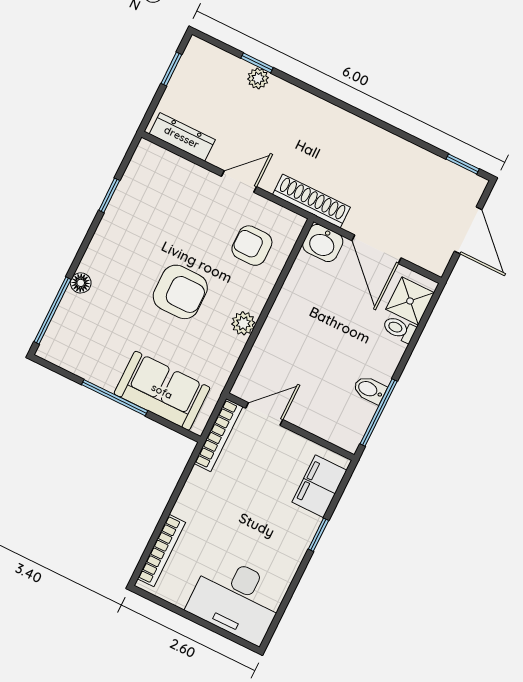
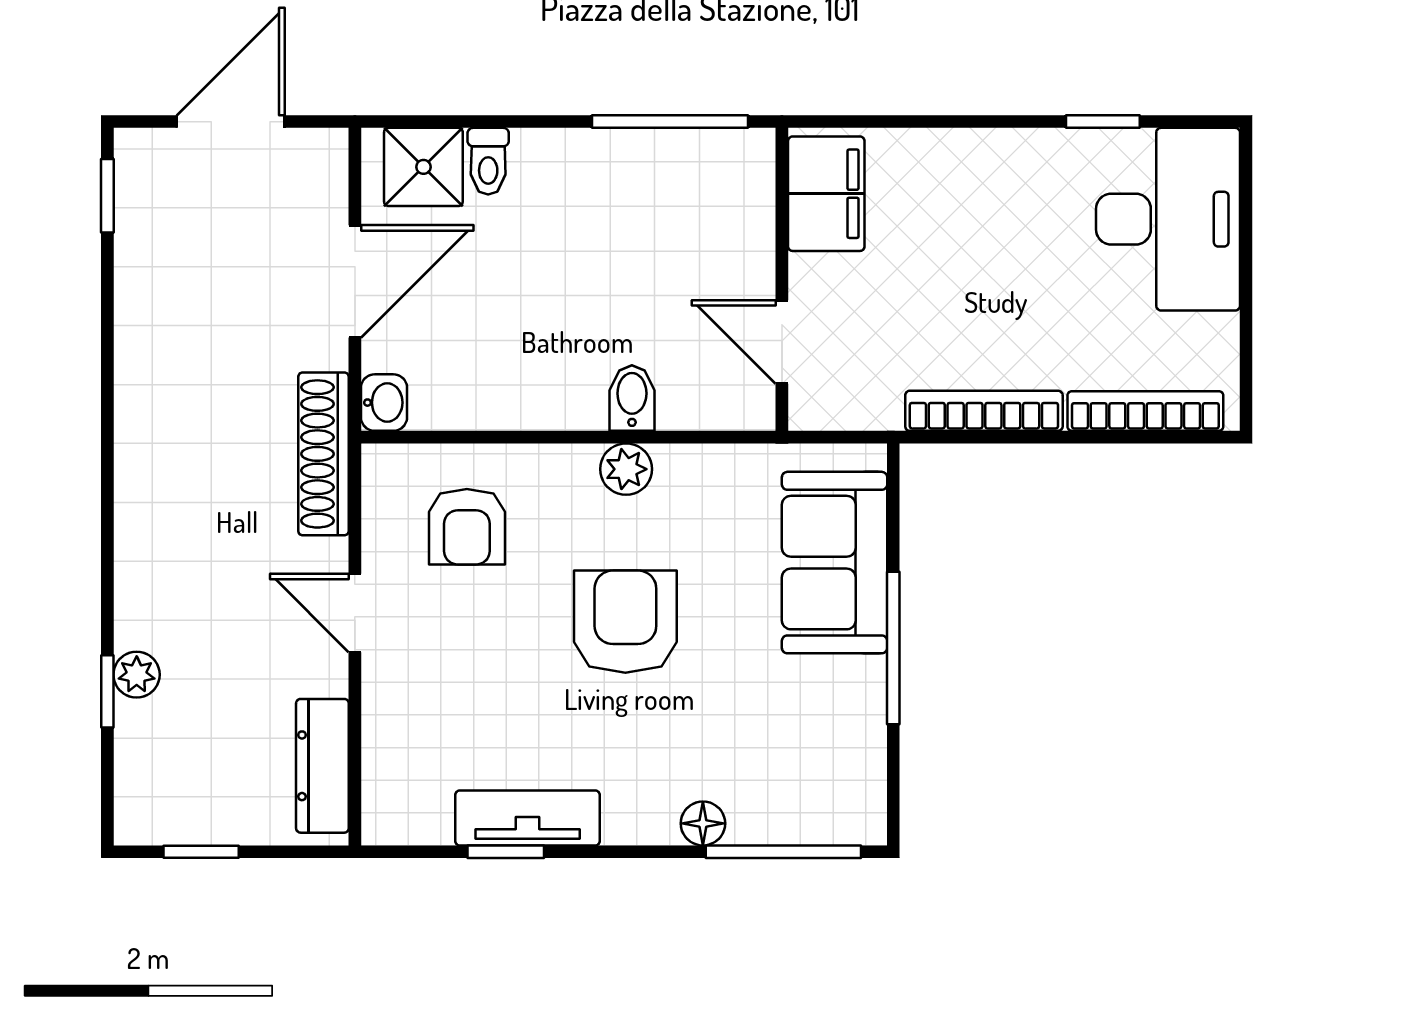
tv unit: (119, 211) -> (528, 818), added
washbasin: (323, 243) -> (384, 403), width x0.72, depth x0.69
bidet: (370, 390) -> (632, 398), moved, turned 180
bookcase: (218, 435) -> (984, 411), moved
filing cabinet: (319, 486) -> (826, 194), moved, turned -90
window: (318, 535) -> (1103, 122), moved

